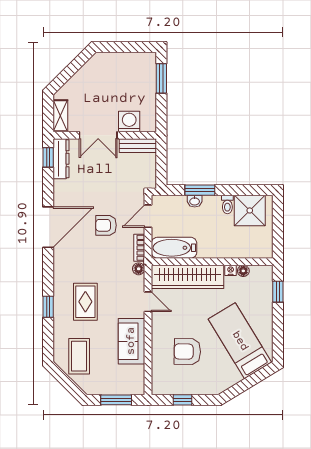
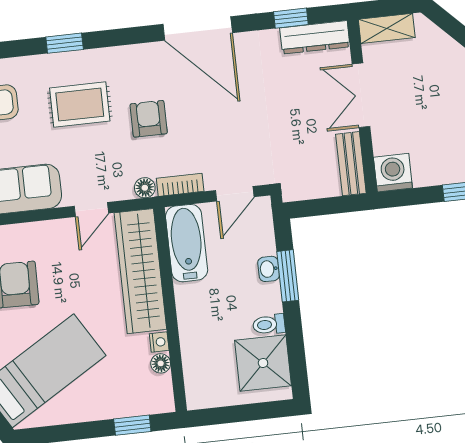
washing machine: (129, 121) -> (393, 173), moved, turned -90
window: (48, 157) -> (291, 18), moved
door: (148, 216) -> (235, 194), swing flipped
armchair: (106, 225) -> (149, 119), moved

